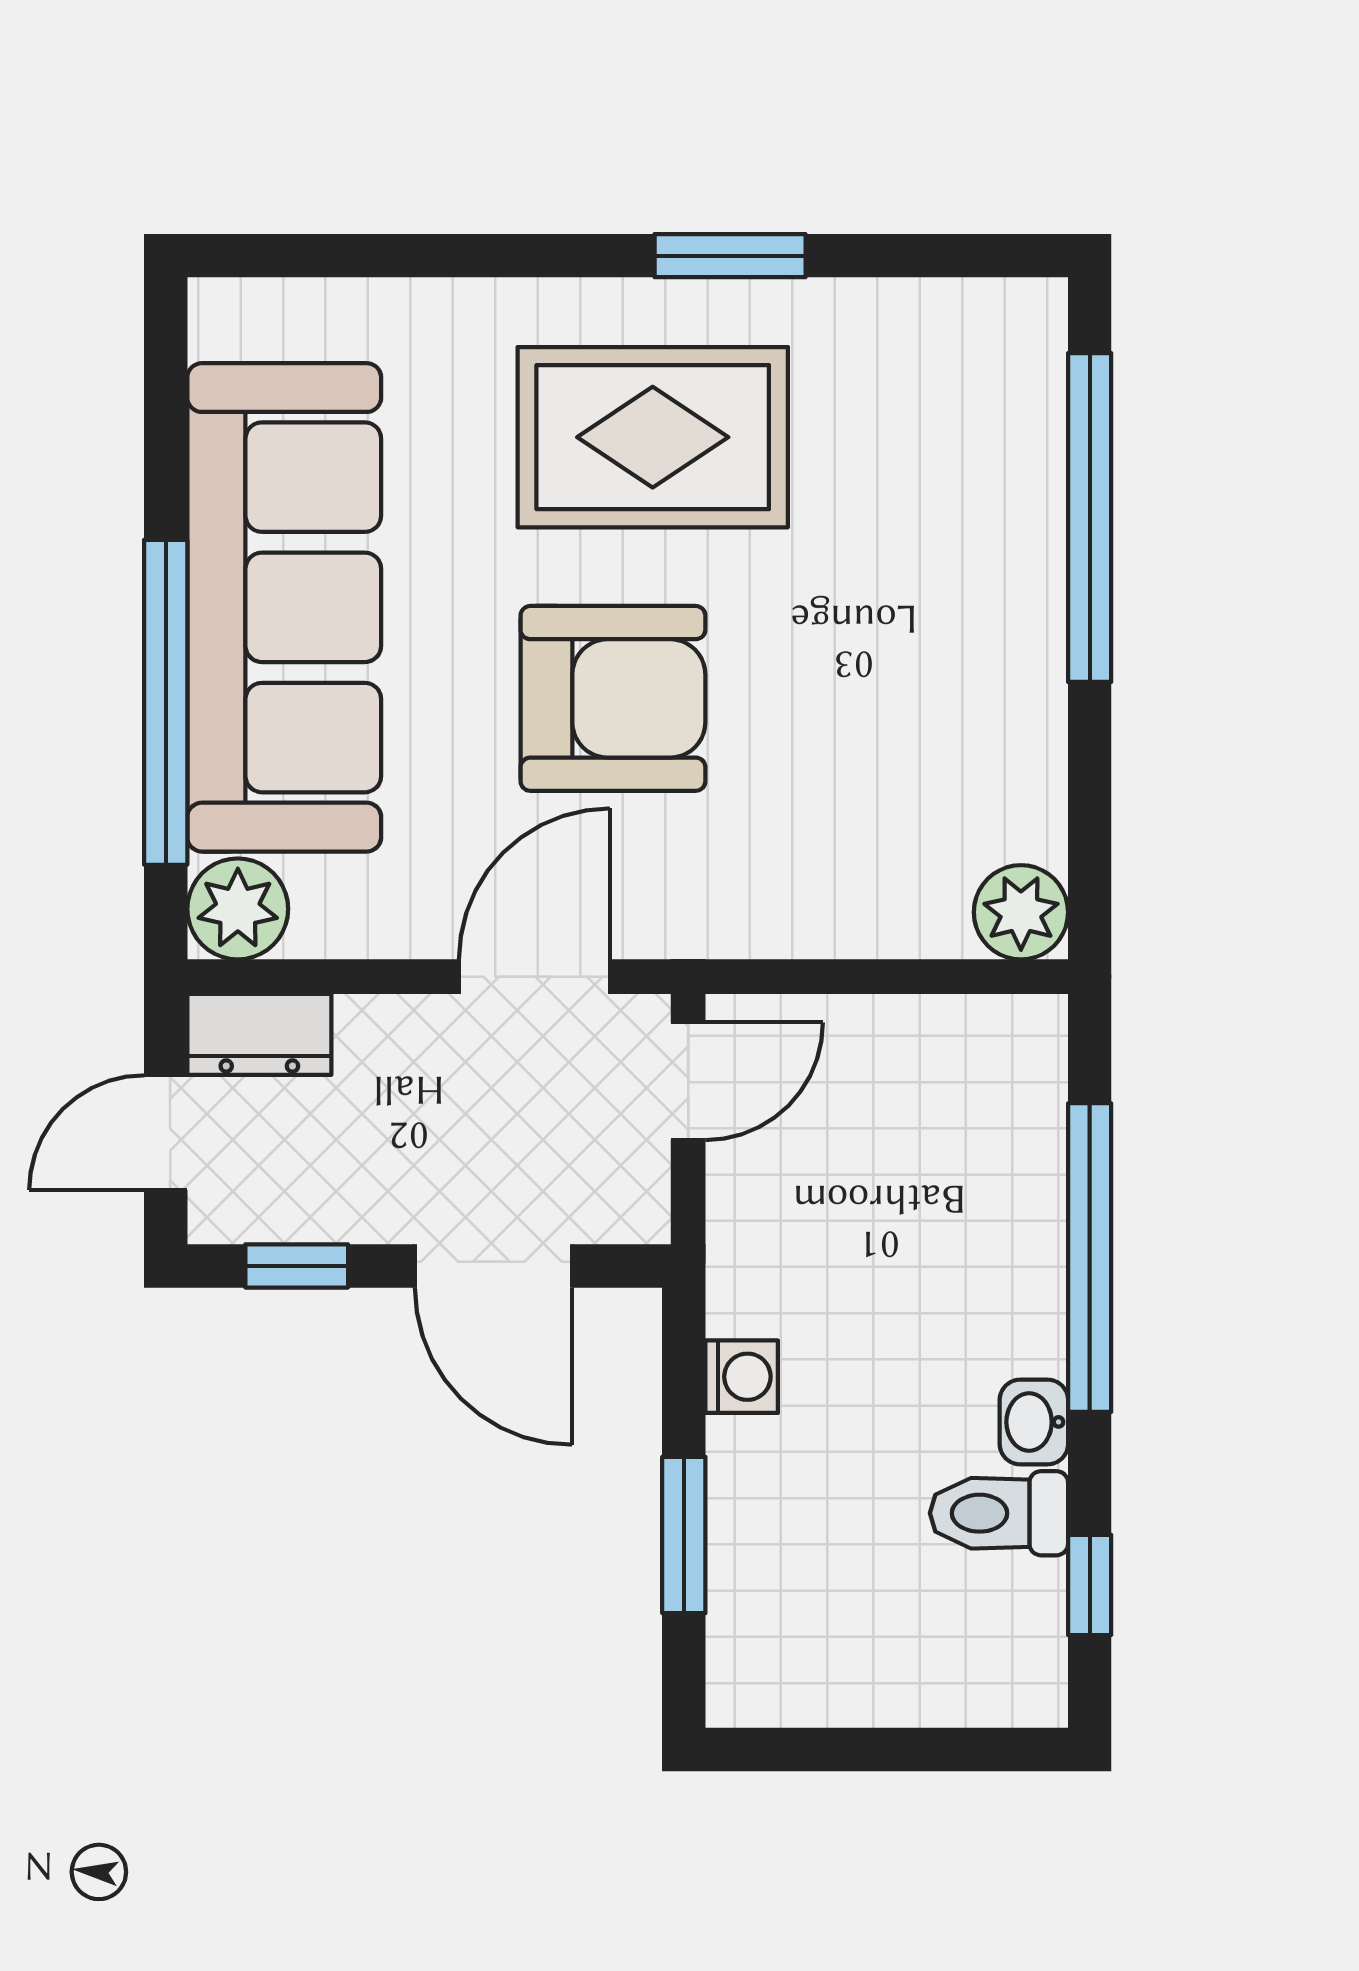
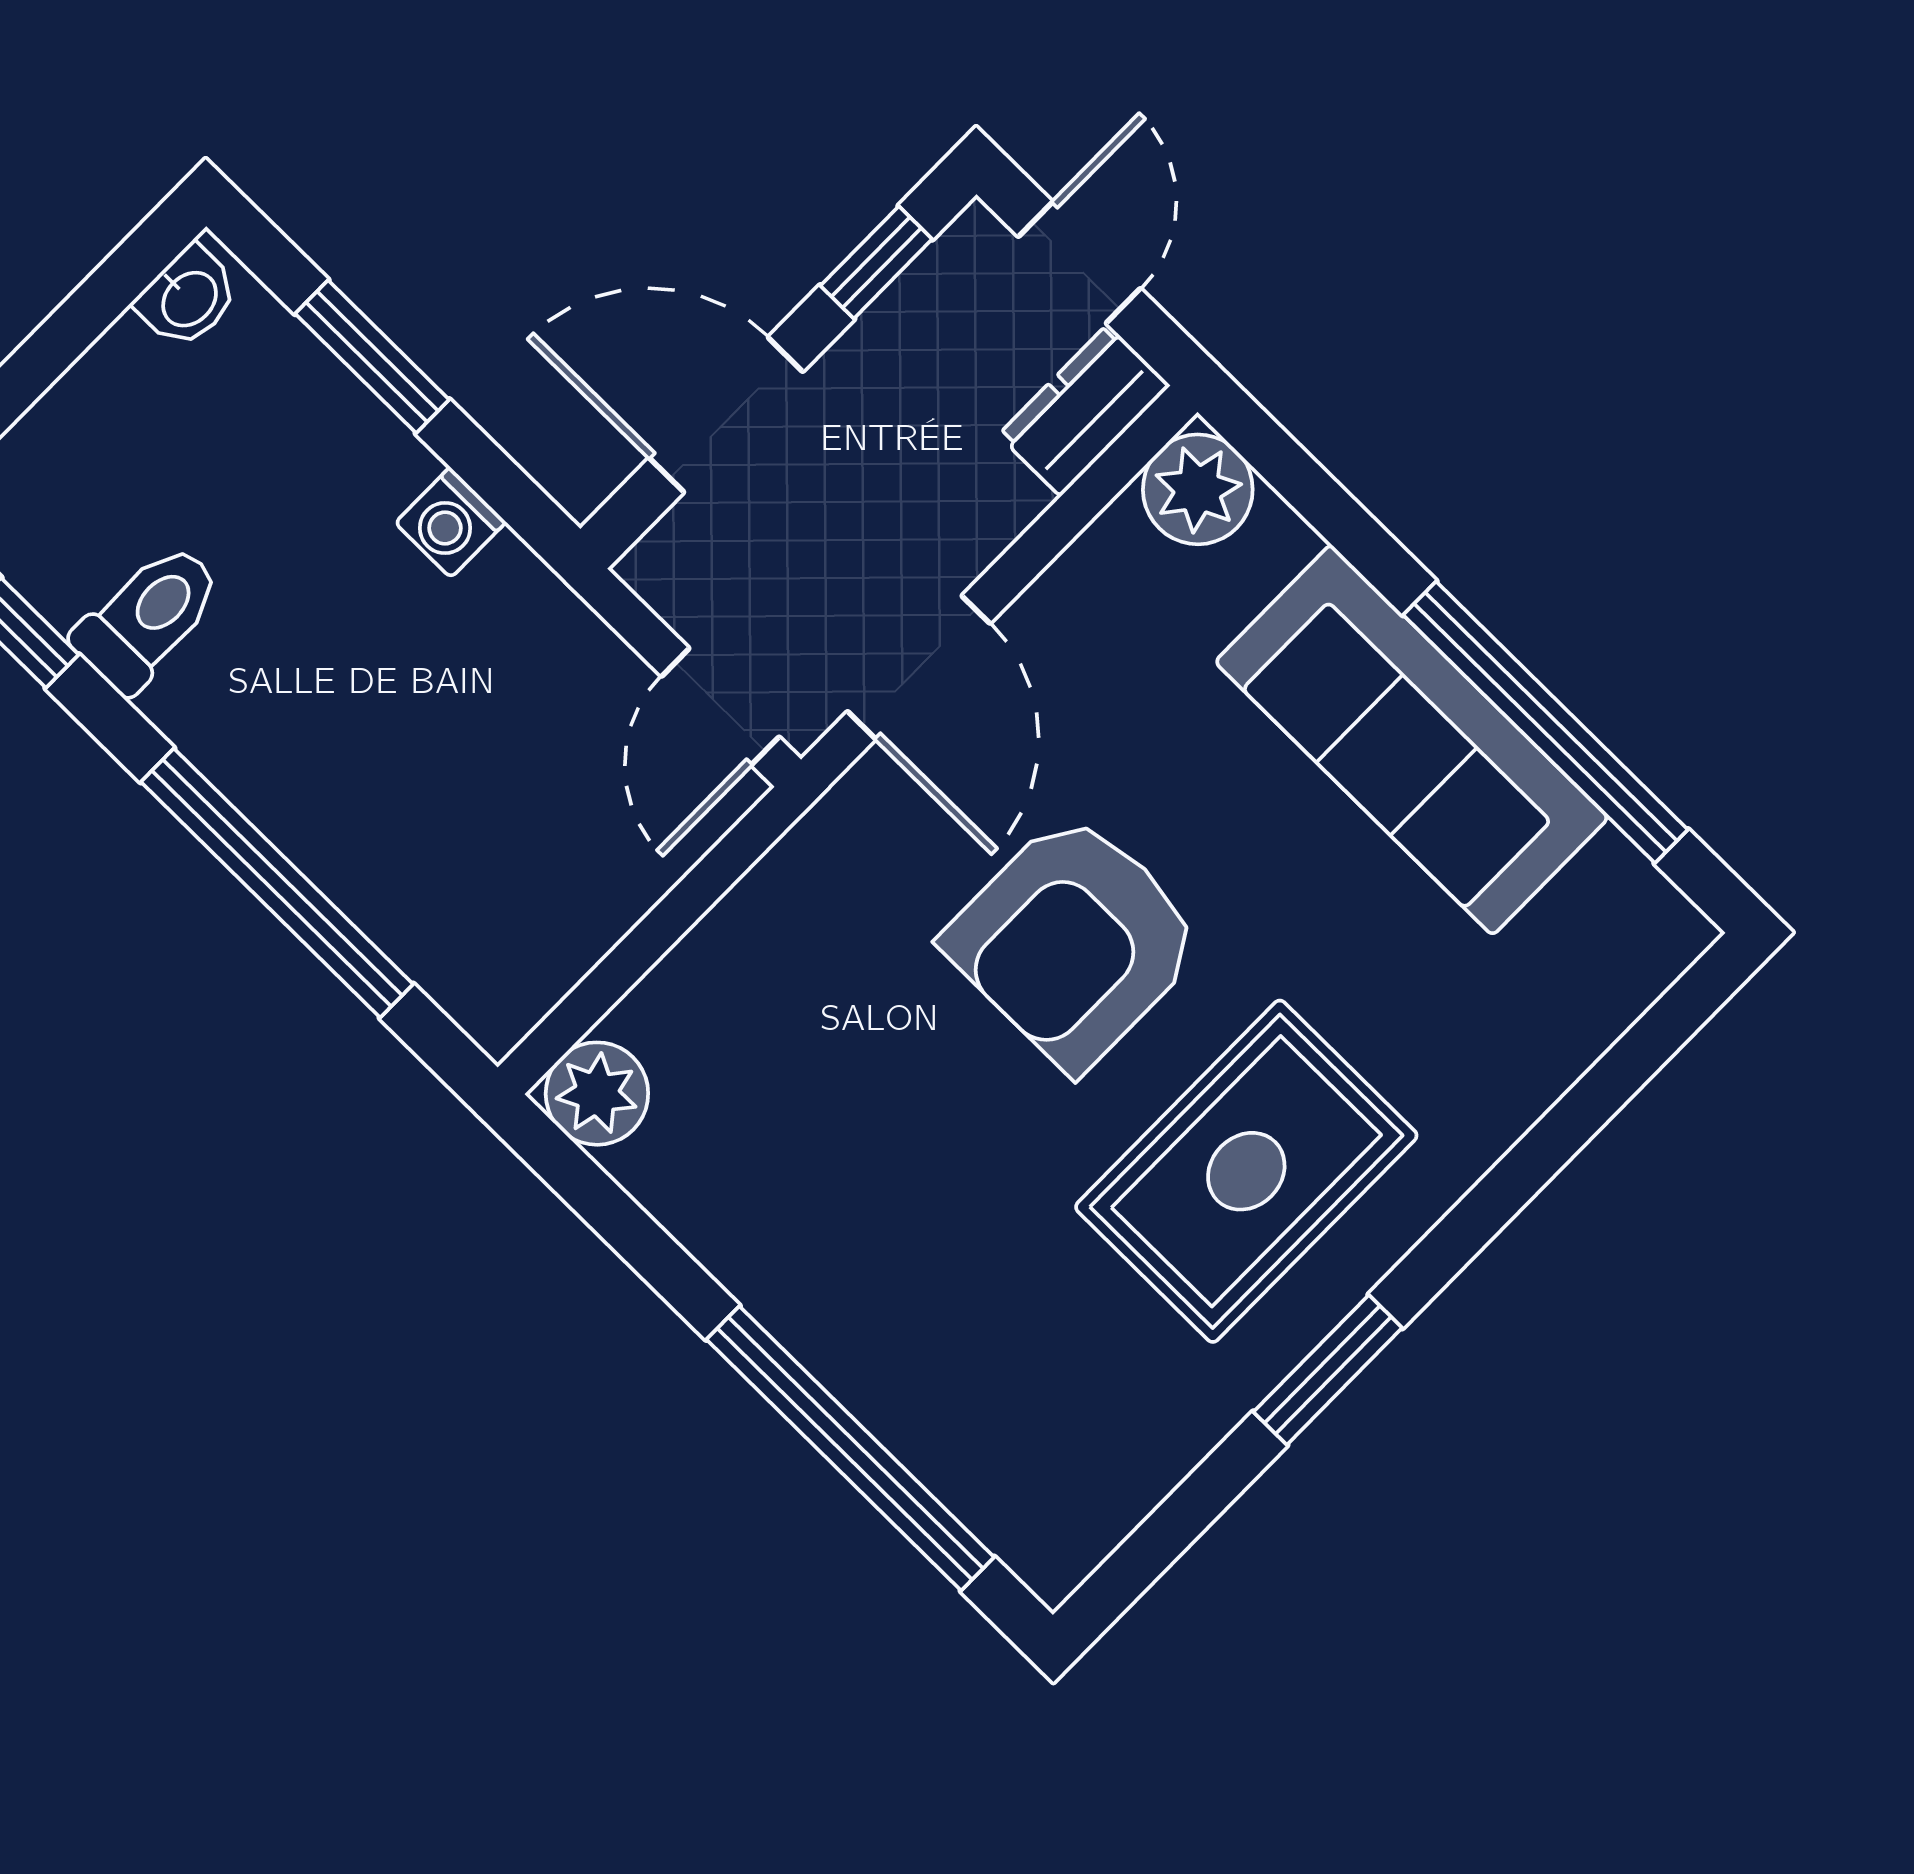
sofa: (284, 607) -> (1412, 740), width x0.74, depth x0.79
window: (166, 702) -> (1546, 722), moved
washbasin: (1034, 1422) -> (188, 298), moved, turned 90

